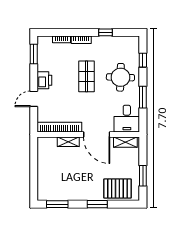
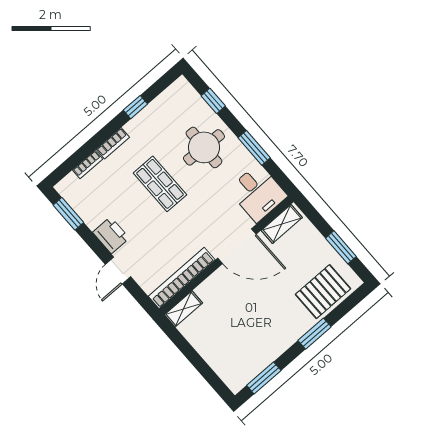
shelving: (68, 142) -> (183, 309), moved

